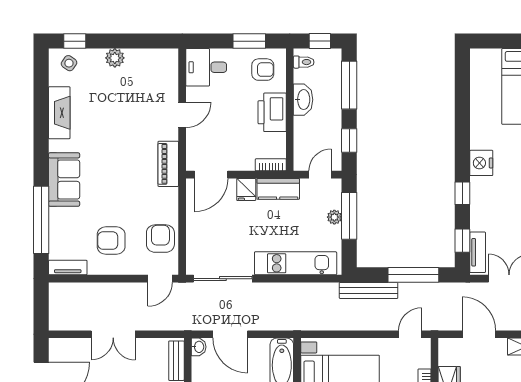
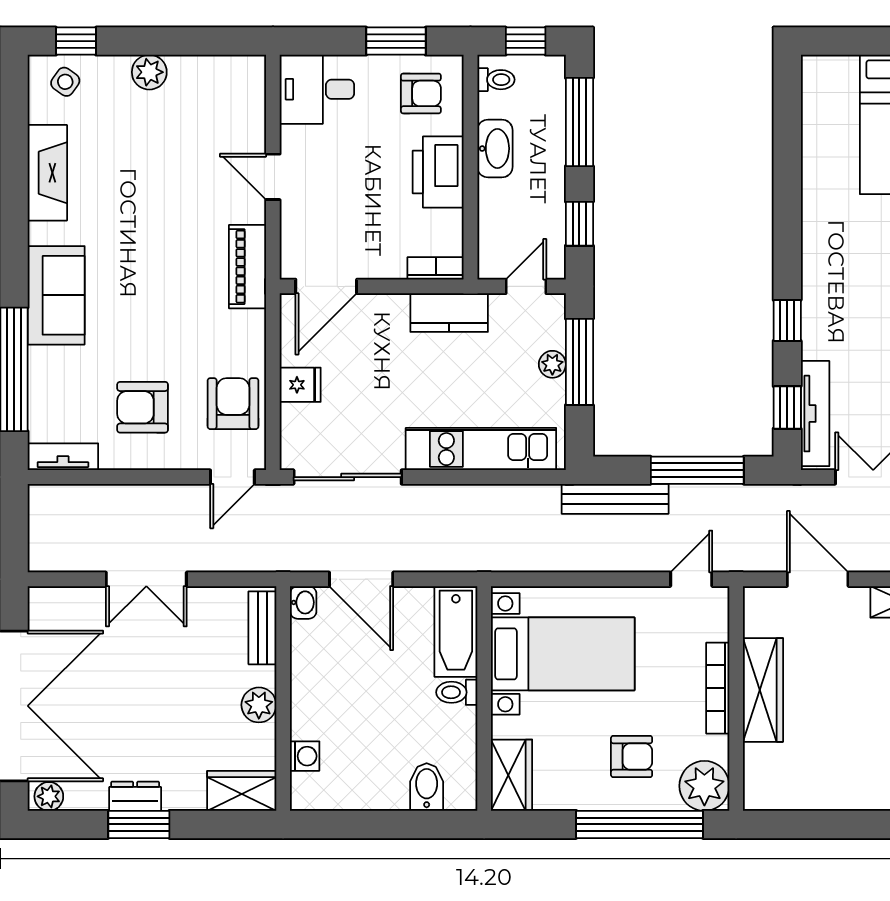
door: (182, 115) -> (273, 177), swing flipped
nightstand: (481, 163) -> (822, 265), removed
fridge: (246, 190) -> (300, 385), moved, turned -90
tv unit: (478, 252) -> (815, 414), width x1.41

